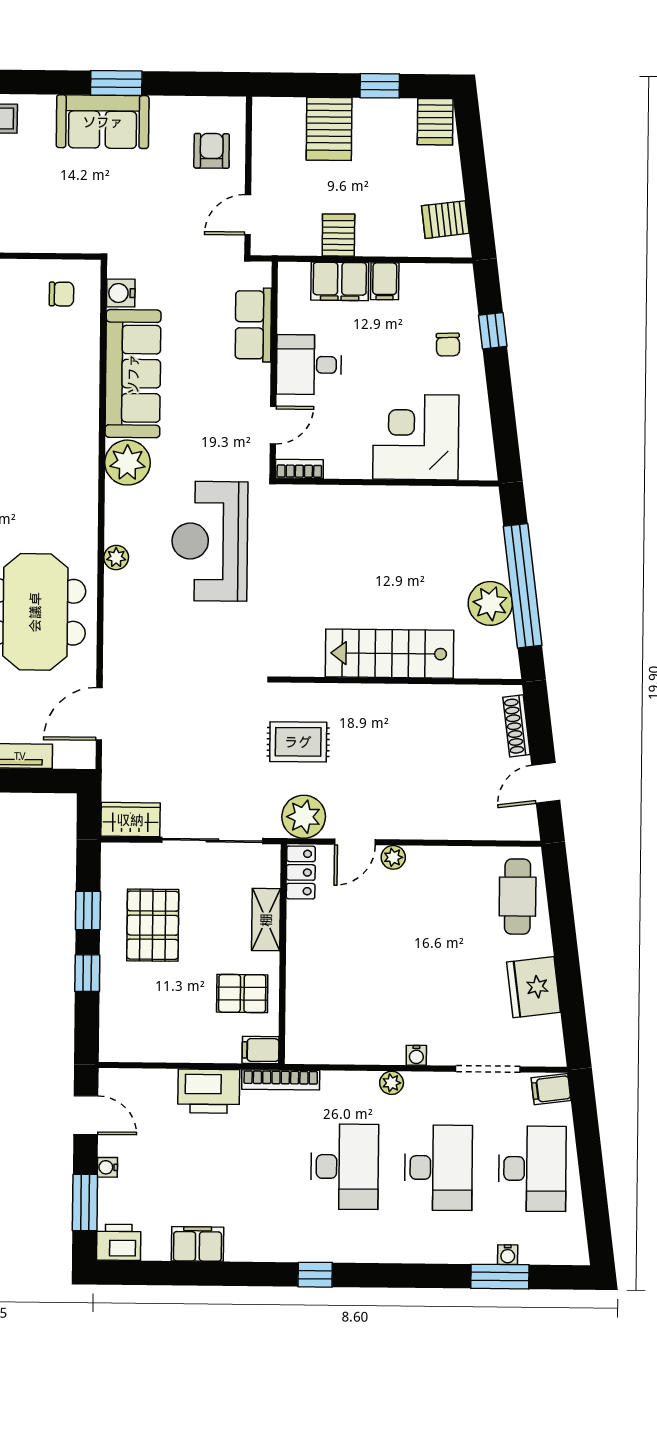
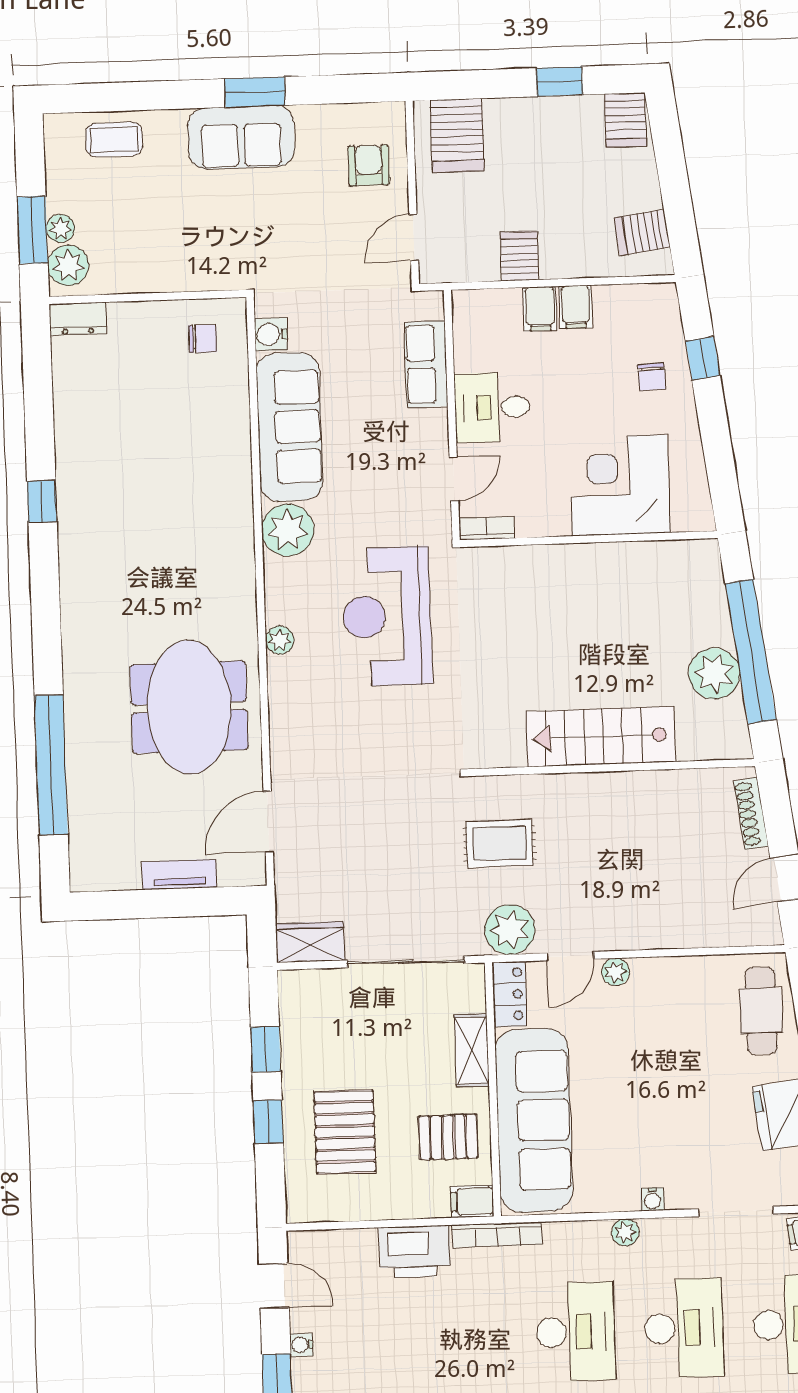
server rack: (329, 129) -> (457, 135), moved
filing cabinet: (340, 281) -> (540, 309), width x0.50
pallet: (153, 925) -> (345, 1132), moved
sofa: (317, 982) -> (534, 1120), added

